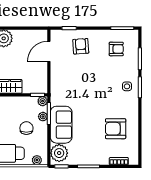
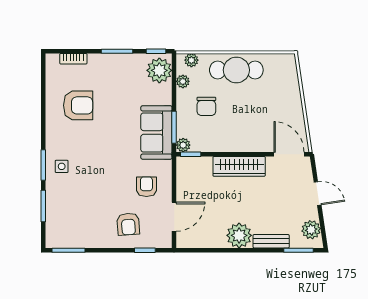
armchair: (116, 49) -> (146, 187), moved, turned 90
plant: (43, 117) -> (183, 81), moved
sofa: (61, 125) -> (156, 132), moved

